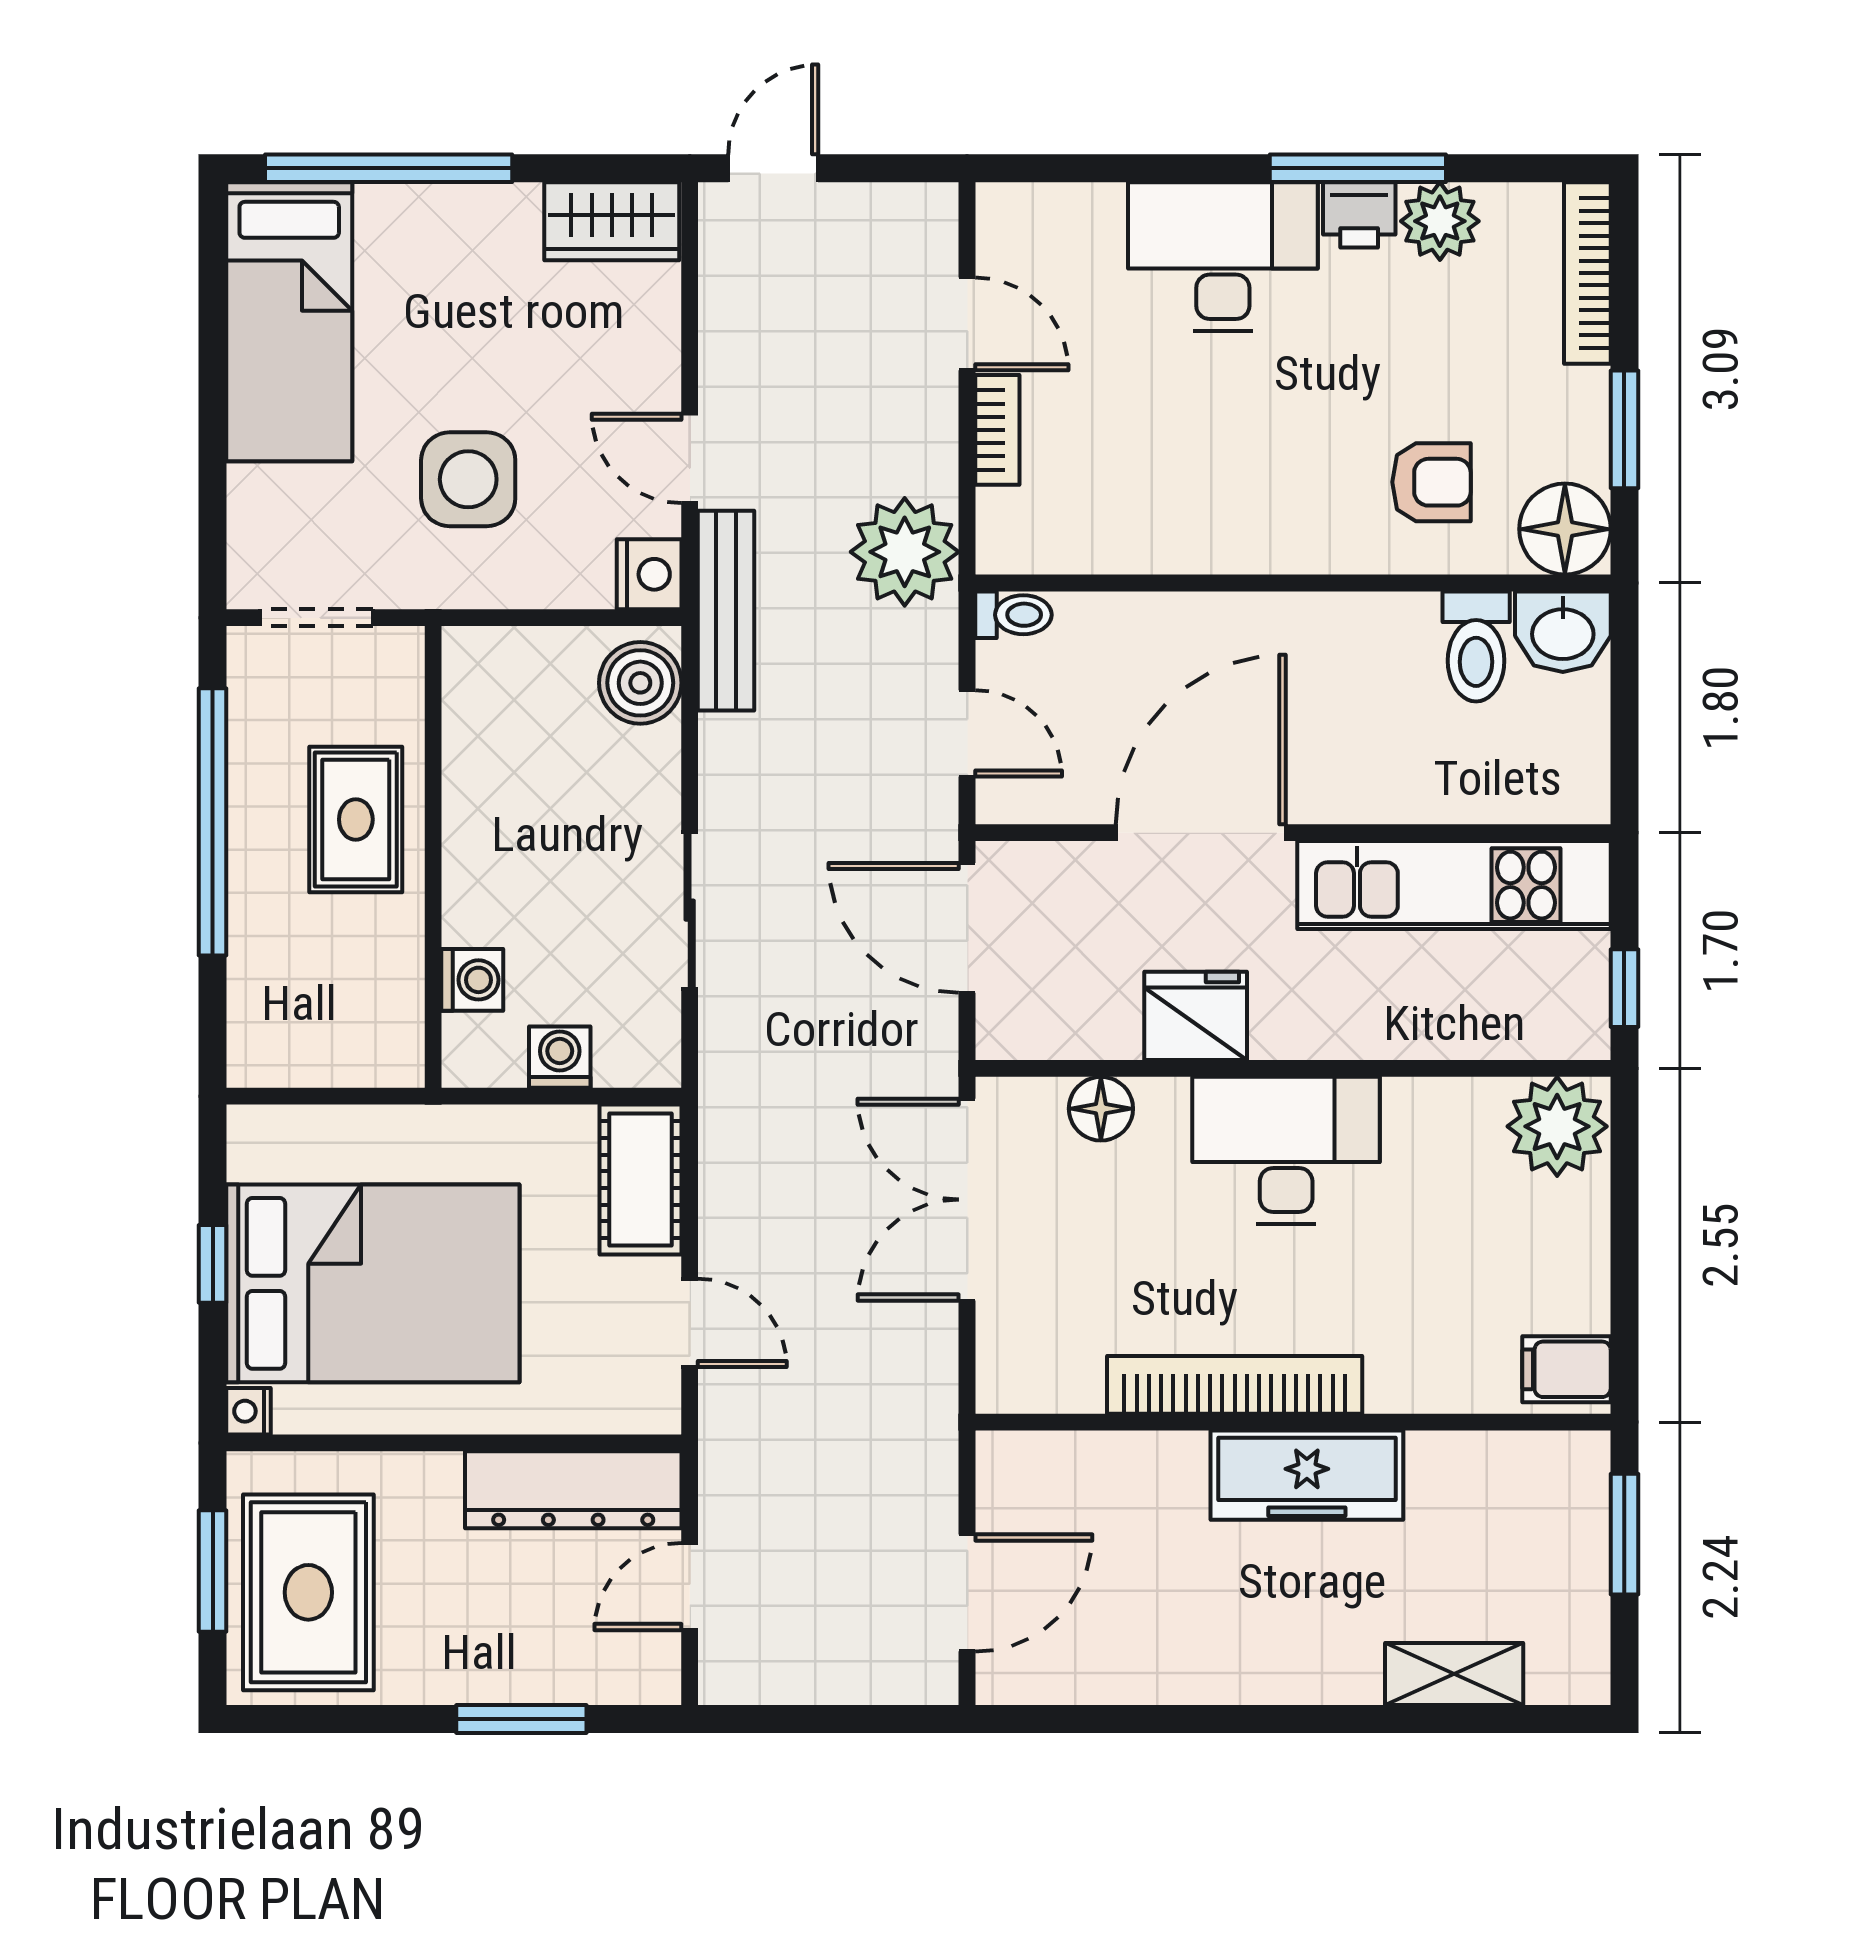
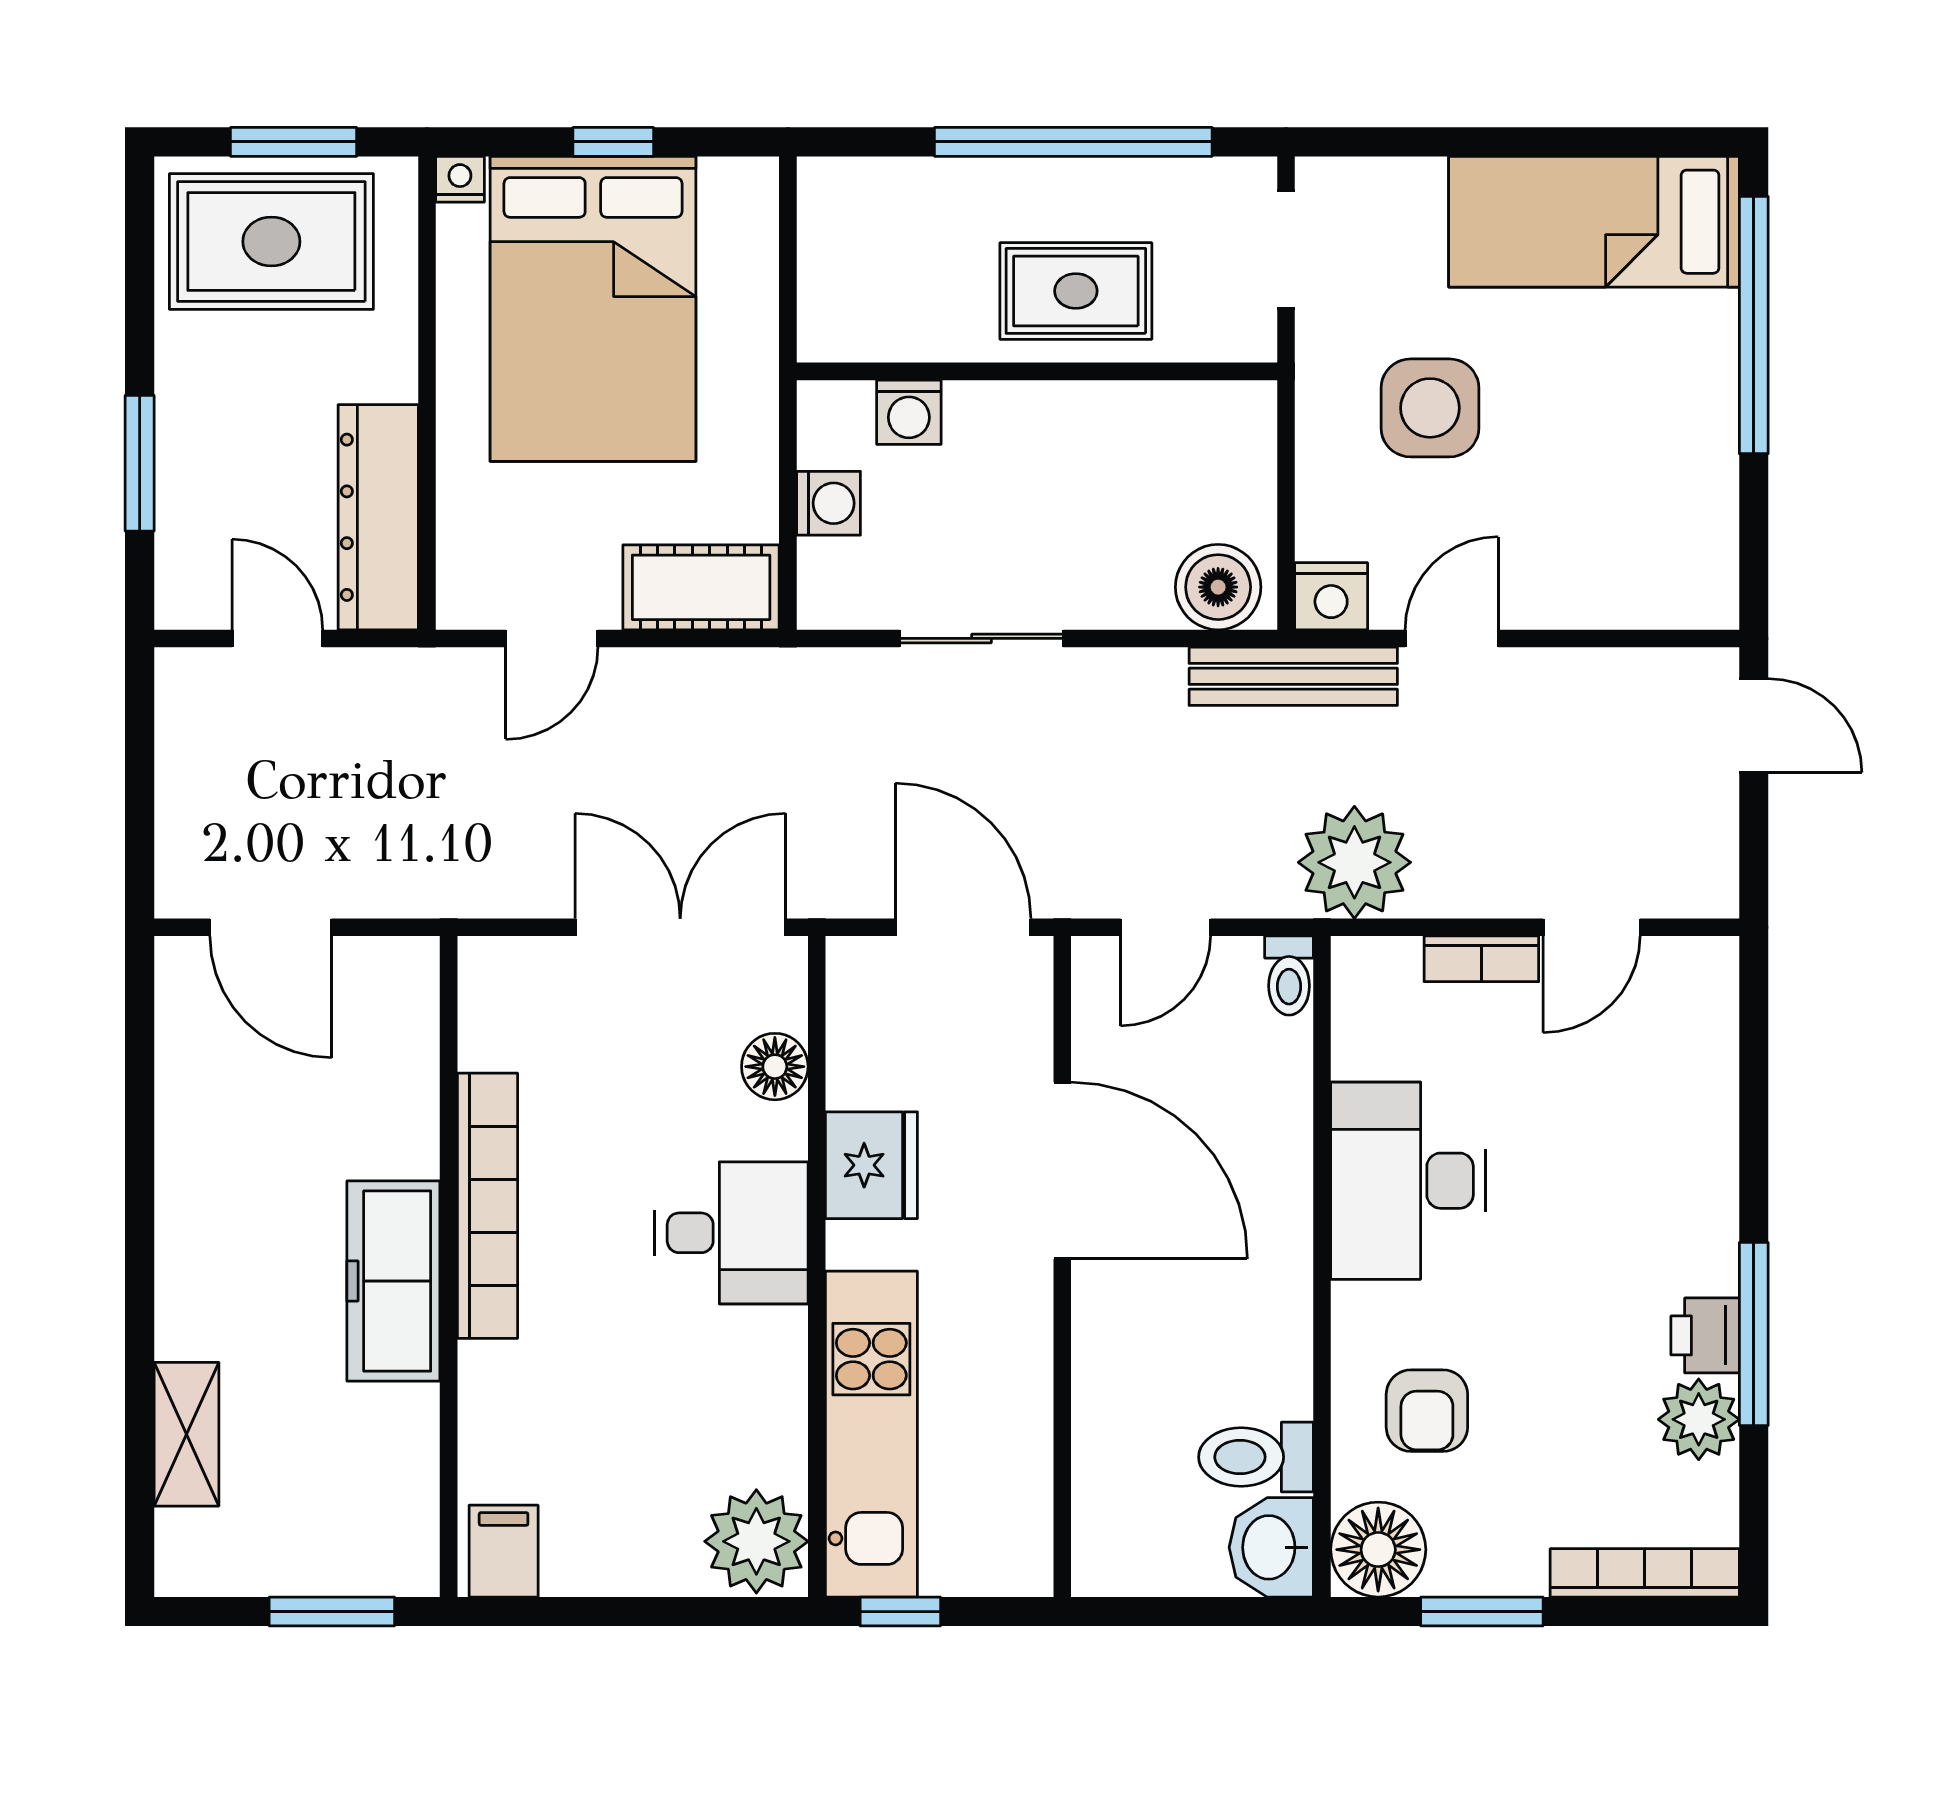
wardrobe: (612, 221) -> (1699, 557), removed
desk: (1223, 257) -> (1408, 1181), moved, turned 180
kitchen unit: (1454, 885) -> (871, 1434), moved, turned 180
door: (967, 928) -> (963, 927), hinge flipped
desk: (1286, 1150) -> (732, 1233), width x0.73

